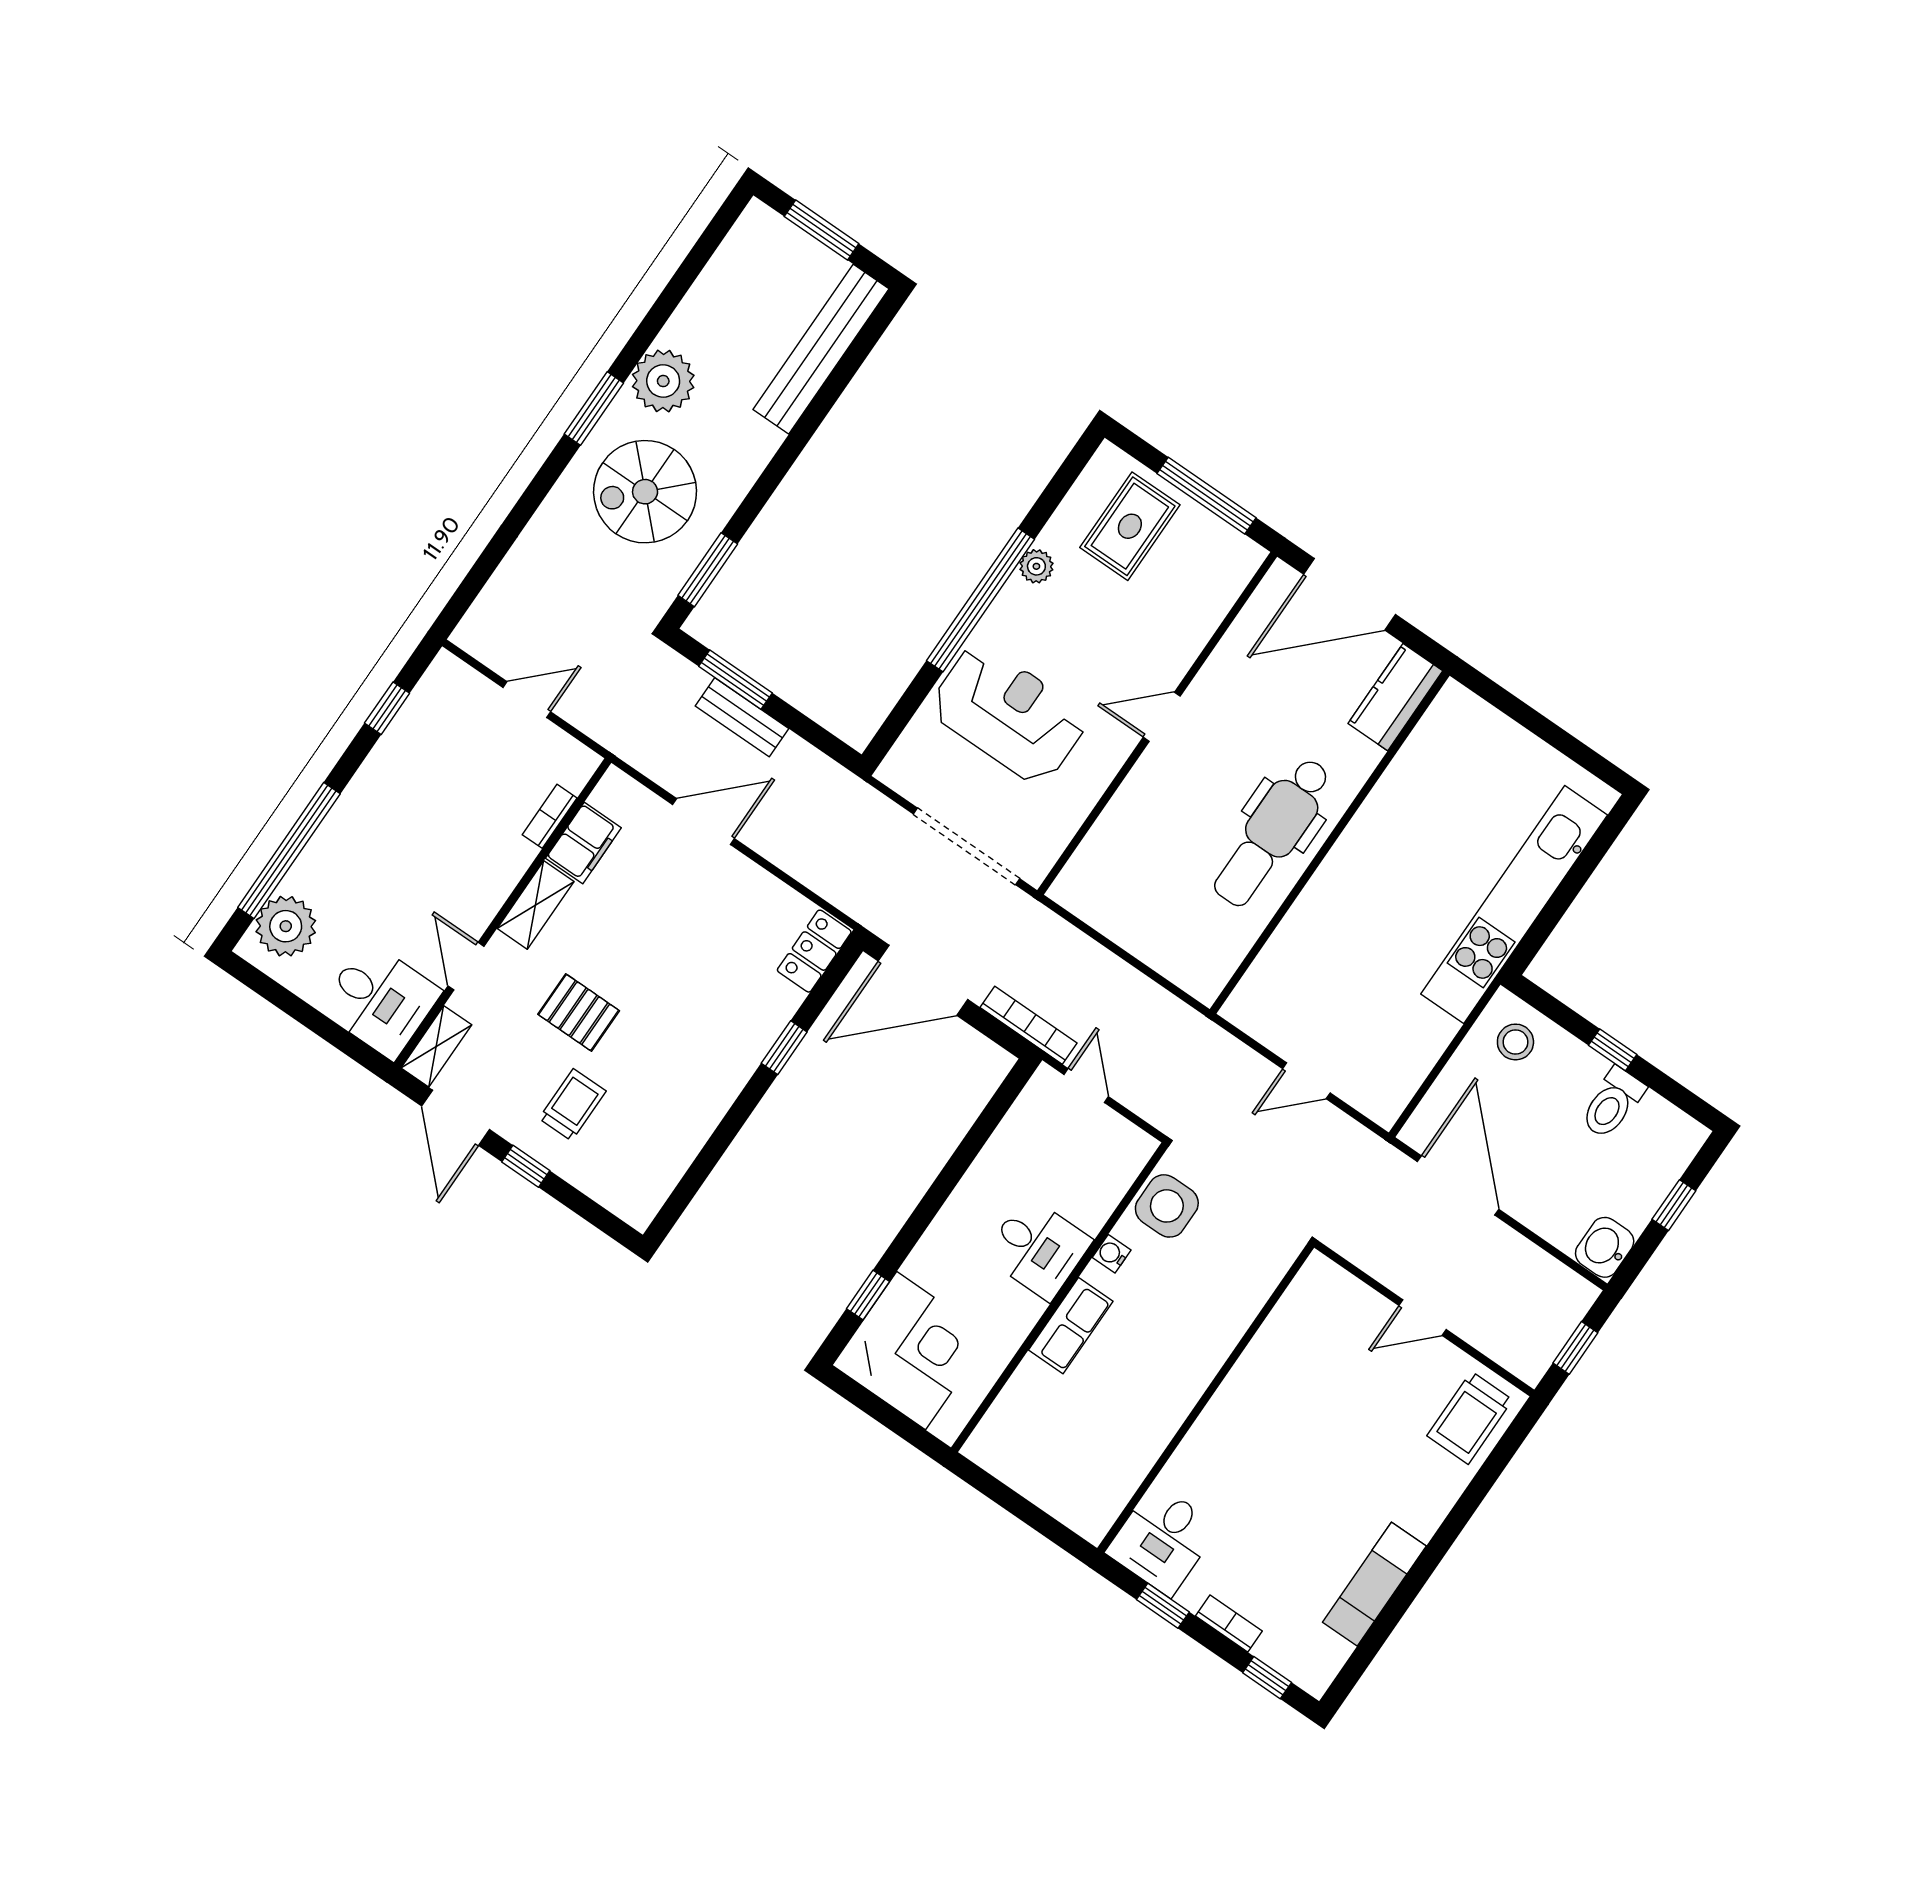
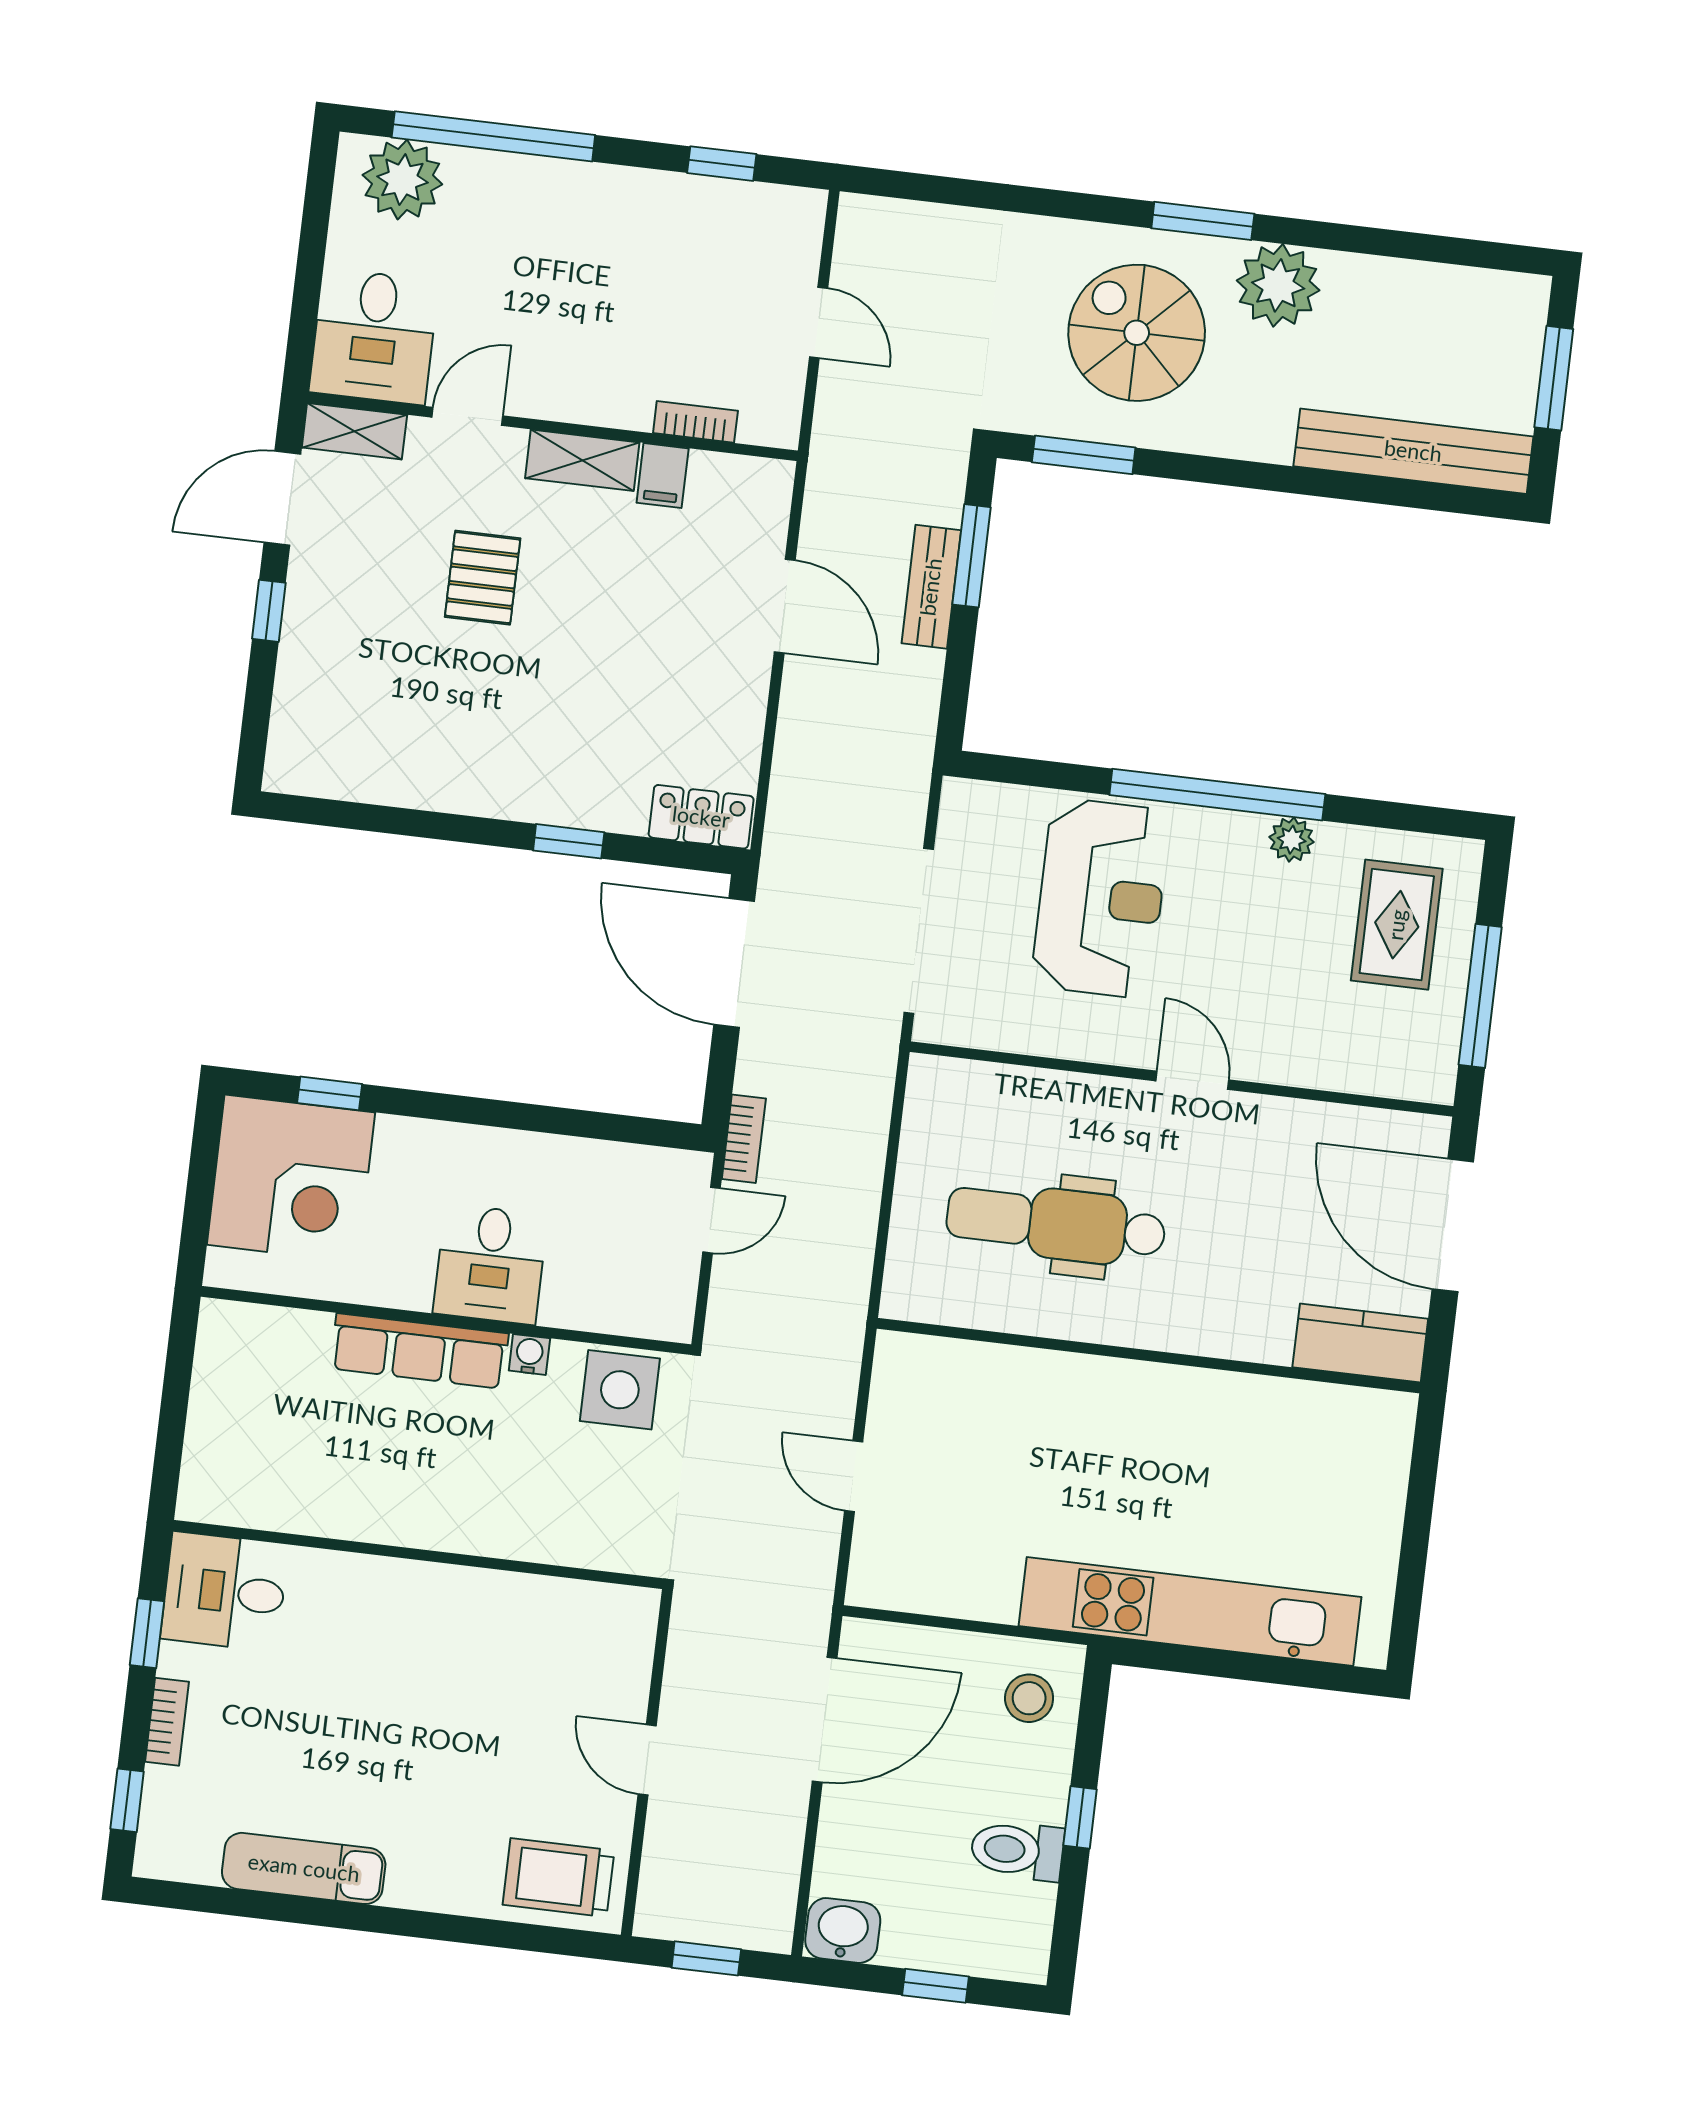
rug: (1130, 526) -> (1397, 925), turned 90
dental chair: (1272, 832) -> (1056, 1224), moved
filing cabinet: (583, 843) -> (663, 476), width x0.50
bookcase: (1028, 1025) -> (744, 1139), width x0.64
trolley: (572, 1105) -> (370, 628), removed
row of seats: (1071, 1326) -> (419, 1351), width x1.48

